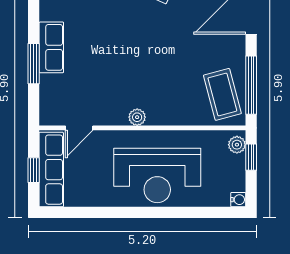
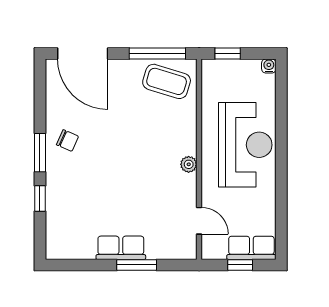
coffee table: (222, 94) -> (167, 81), turned 32
plant: (237, 145) -> (215, 67), removed
row of seats: (51, 170) -> (251, 248), width x0.68

